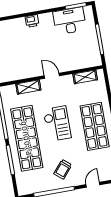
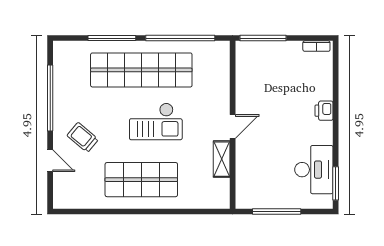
shelving: (85, 77) -> (222, 159), moved
shelving: (28, 87) -> (221, 86), removed
trolley: (63, 169) -> (83, 137), moved

